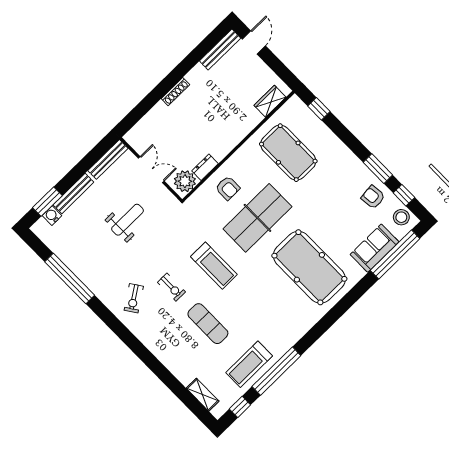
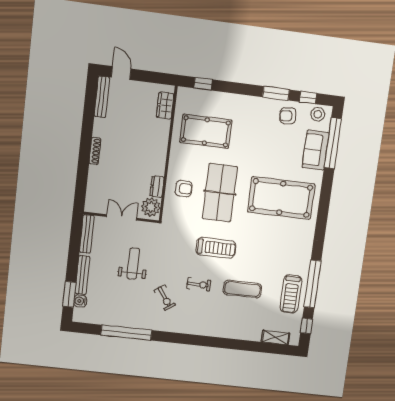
exercise bike: (134, 298) -> (165, 298), moved

